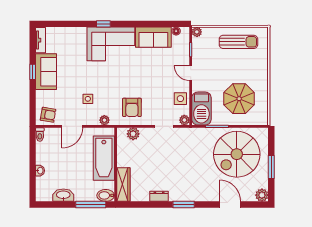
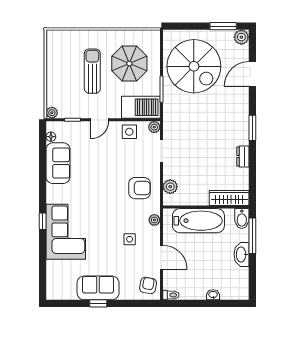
tv unit: (40, 40) -> (61, 294), removed
sun lounger: (238, 42) -> (92, 71), moved
corner sofa: (111, 44) -> (66, 232), moved
window: (271, 167) -> (223, 26), moved
washbasin: (63, 195) -> (241, 254), moved

